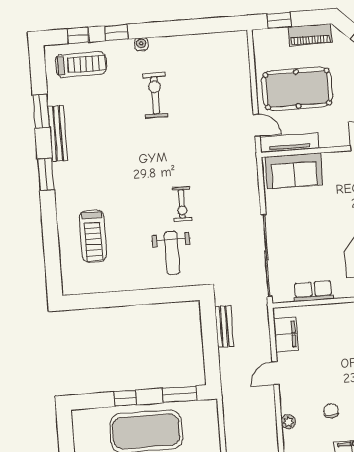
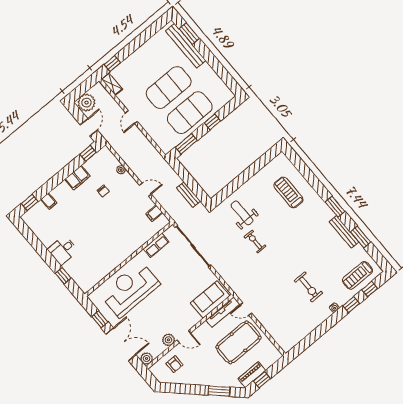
window: (279, 20) -> (262, 380), moved
filing cabinet: (286, 334) -> (154, 213), width x0.50
door: (275, 373) -> (145, 190), hinge flipped

